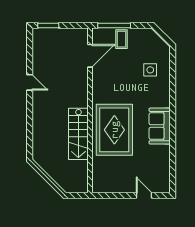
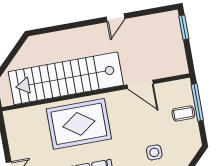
door: (90, 56) -> (140, 84), moved
stairs: (78, 134) -> (66, 78), width x1.86, depth x1.51

